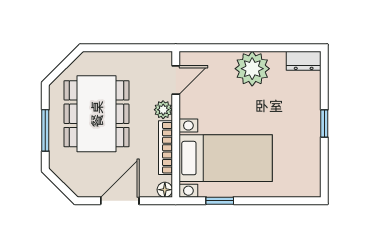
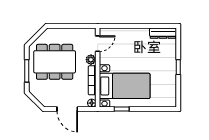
dresser: (304, 61) -> (163, 33), width x1.44
plant: (252, 69) -> (139, 37), removed
dining table: (97, 114) -> (55, 62), turned 90
door: (120, 201) -> (67, 109), swing flipped

